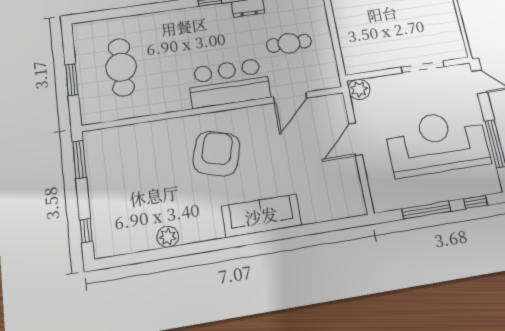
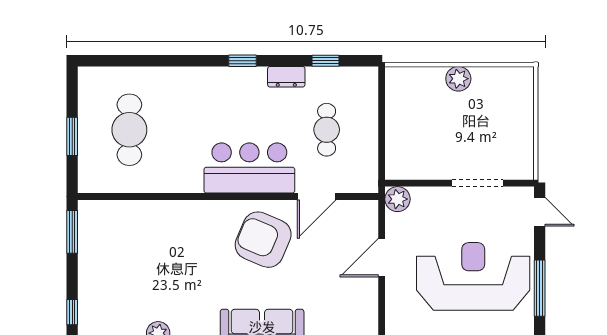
cafe table: (289, 43) -> (327, 130), turned 90
armchair: (216, 154) -> (263, 240), moved, turned -83

